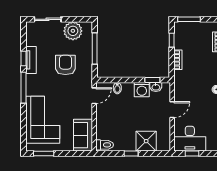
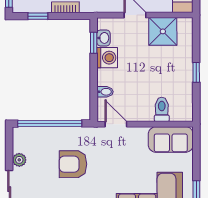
plant: (73, 31) -> (19, 160), width x0.53, depth x0.53
window: (95, 48) -> (50, 124), width x1.46
shower: (146, 141) -> (163, 31), moved
toilet: (105, 145) -> (162, 109), moved

